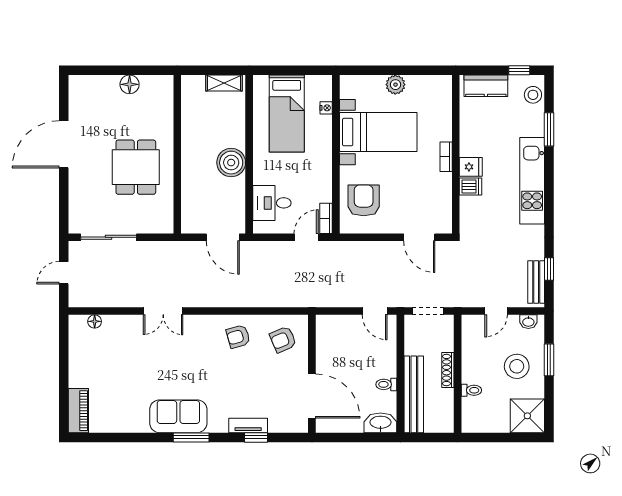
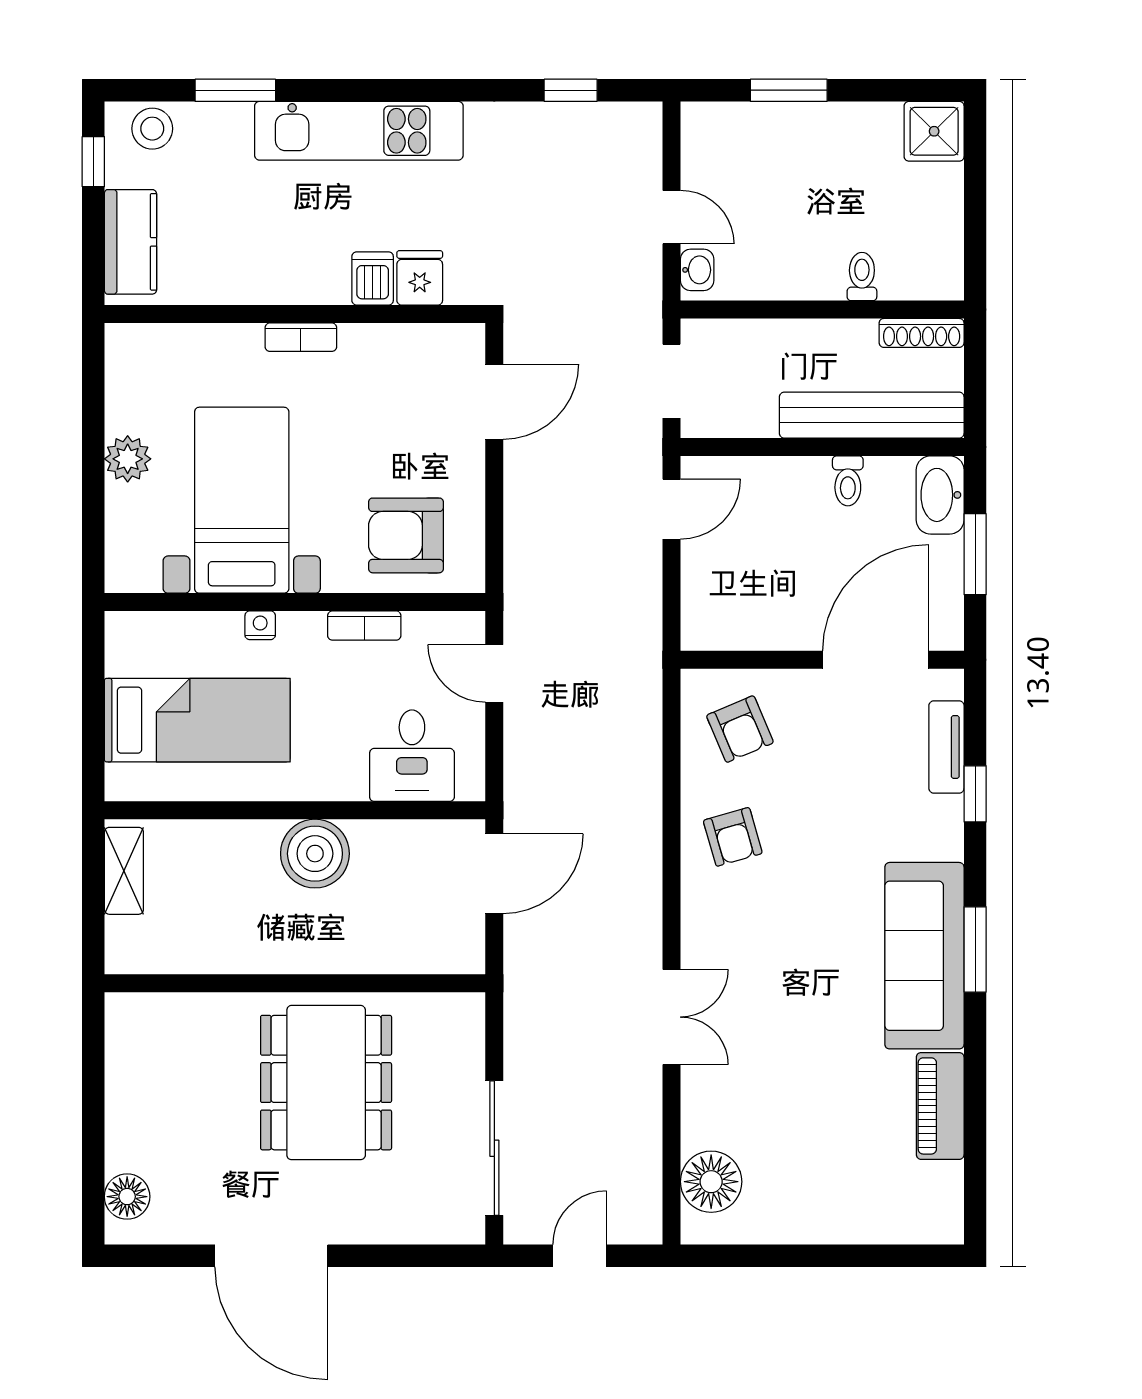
floor lamp: (130, 84) -> (127, 1197), moved
nightstand: (326, 108) -> (260, 625), moved
dining table: (136, 167) -> (326, 1083), width x1.38
fridge: (471, 167) -> (420, 278), moved
bookcase: (326, 218) -> (364, 626), moved
door: (64, 273) -> (580, 1256), swing flipped
bench: (536, 282) -> (602, 121), removed
floor lamp: (95, 321) -> (711, 1182), width x1.89, depth x1.89
washbasin: (528, 322) -> (697, 270), moved
stool: (517, 366) -> (804, 168), removed
shoe rack: (448, 370) -> (922, 333), moved
piano: (78, 411) -> (940, 1106), moved, turned -90
sofa: (178, 416) -> (924, 956), width x1.36
shower: (527, 416) -> (934, 131), width x0.73, depth x0.73
tv unit: (248, 425) -> (946, 747), moved
window: (356, 437) -> (975, 554), added

